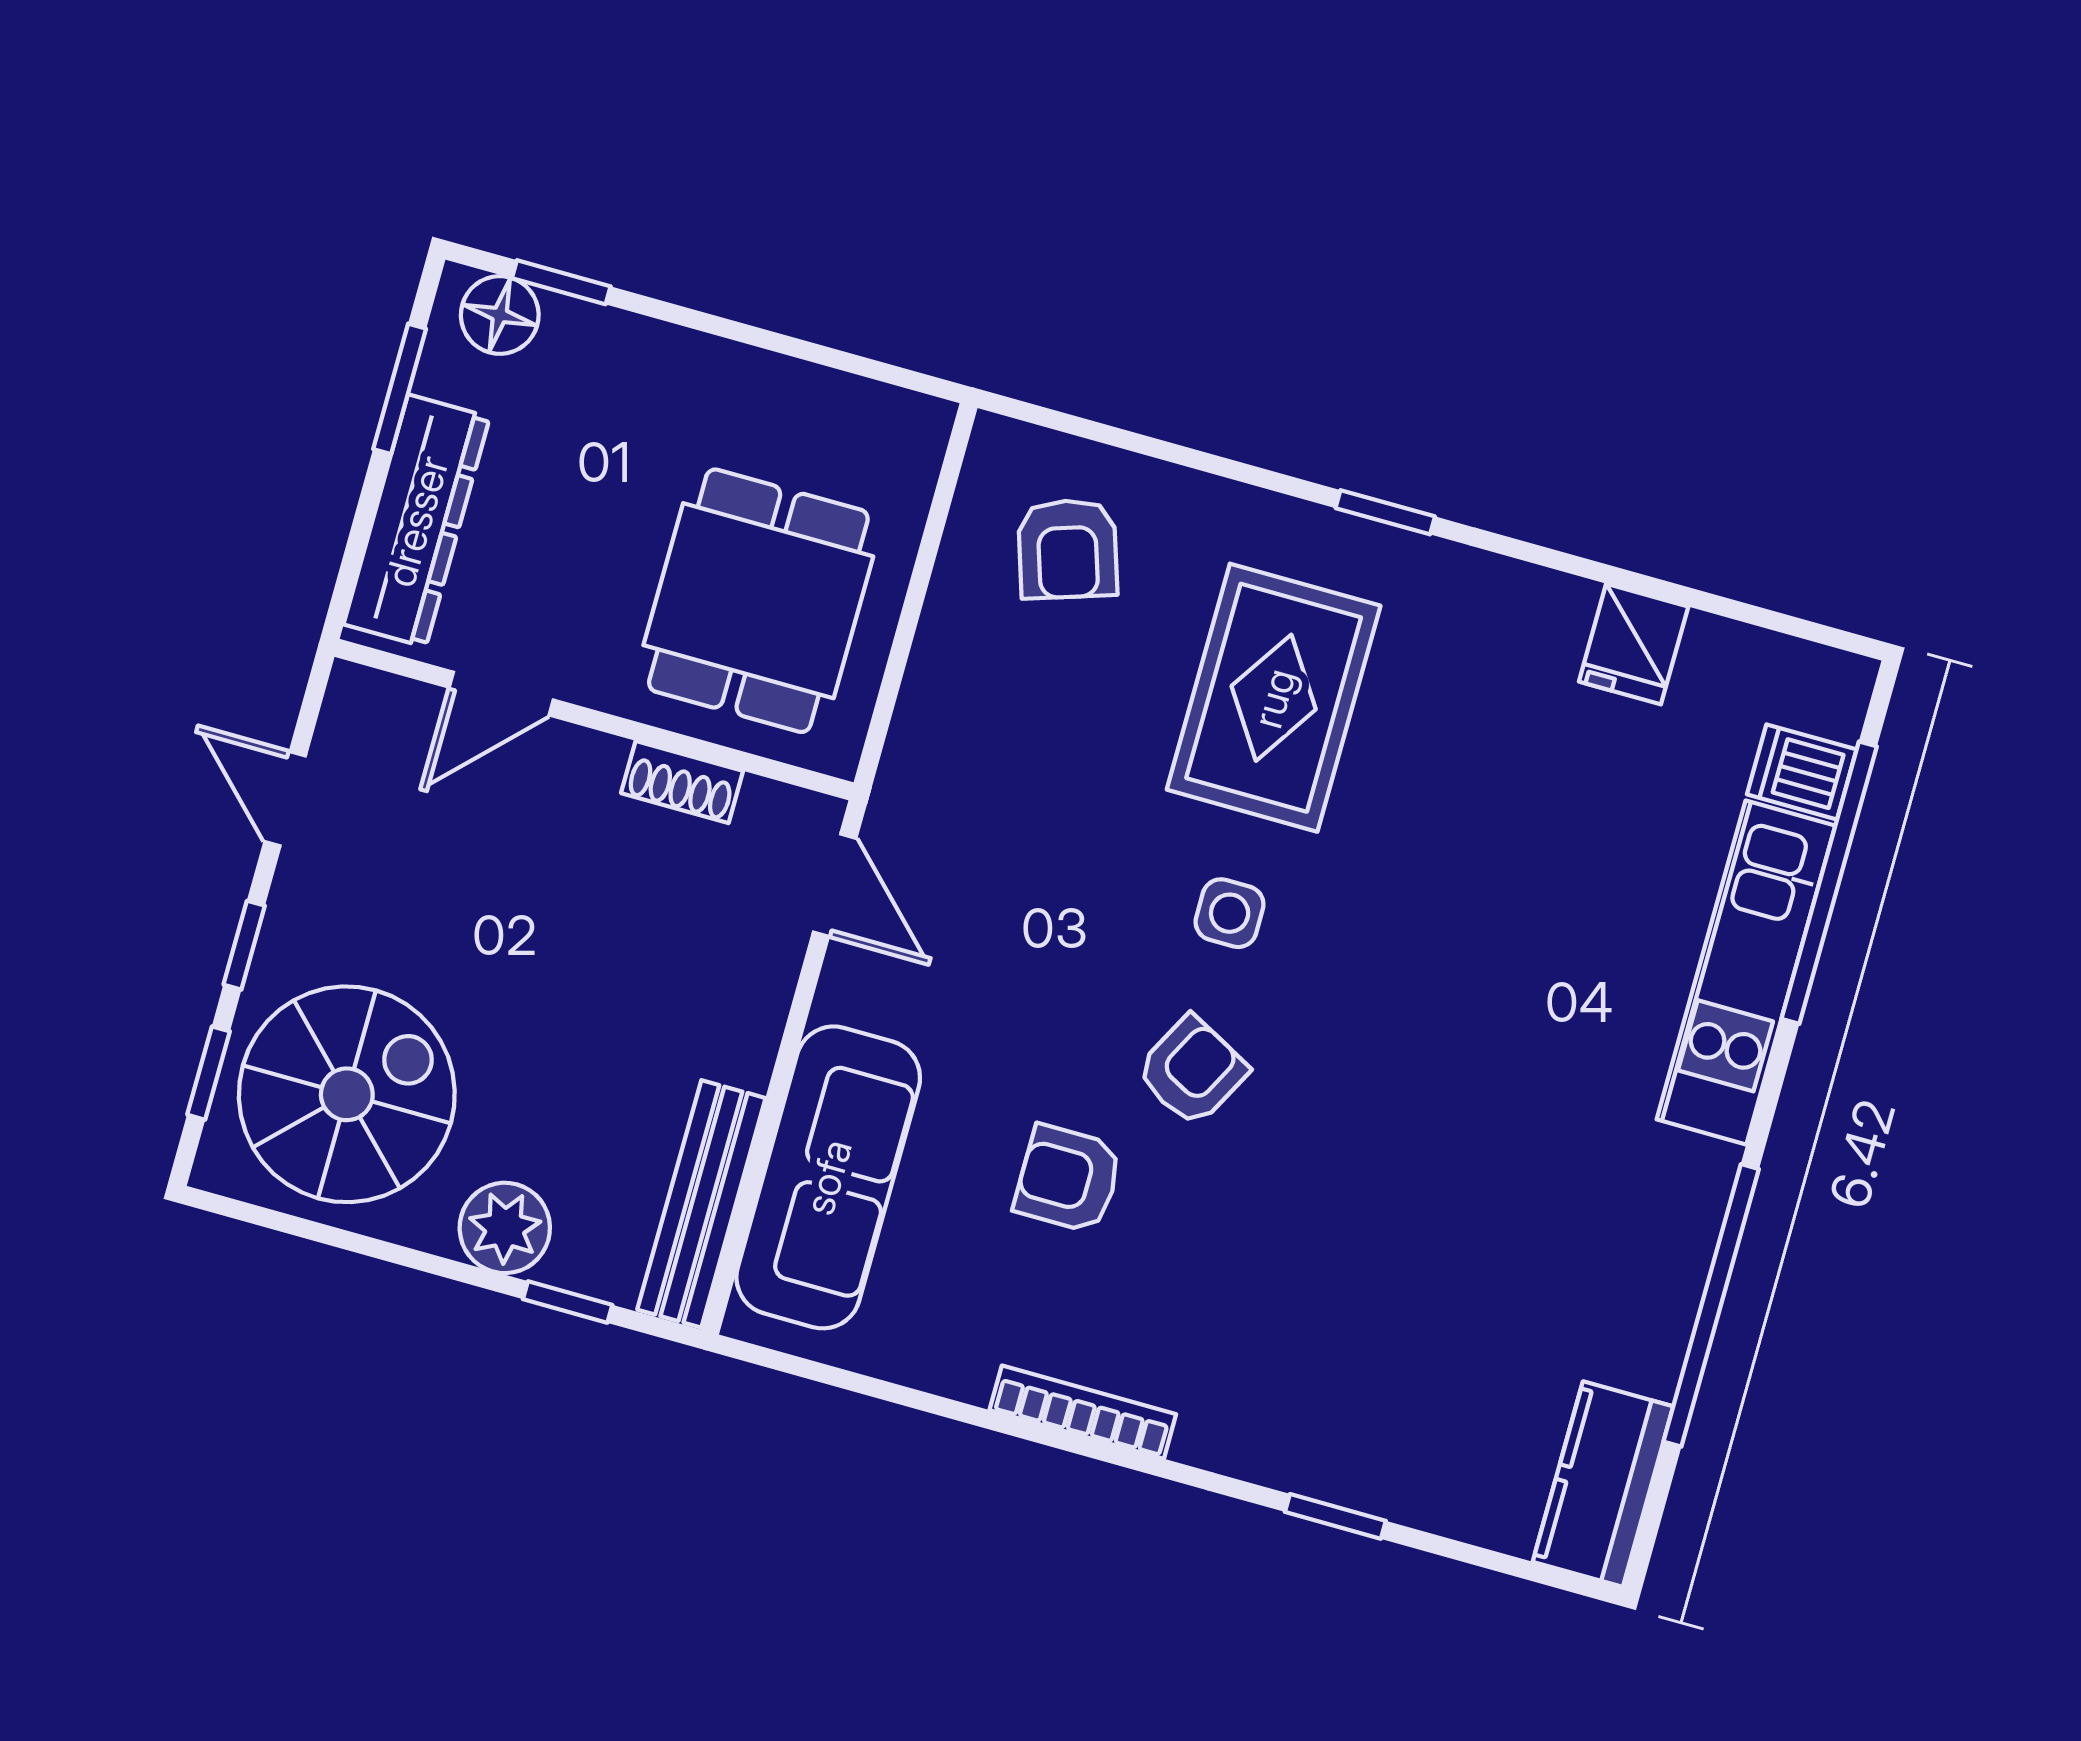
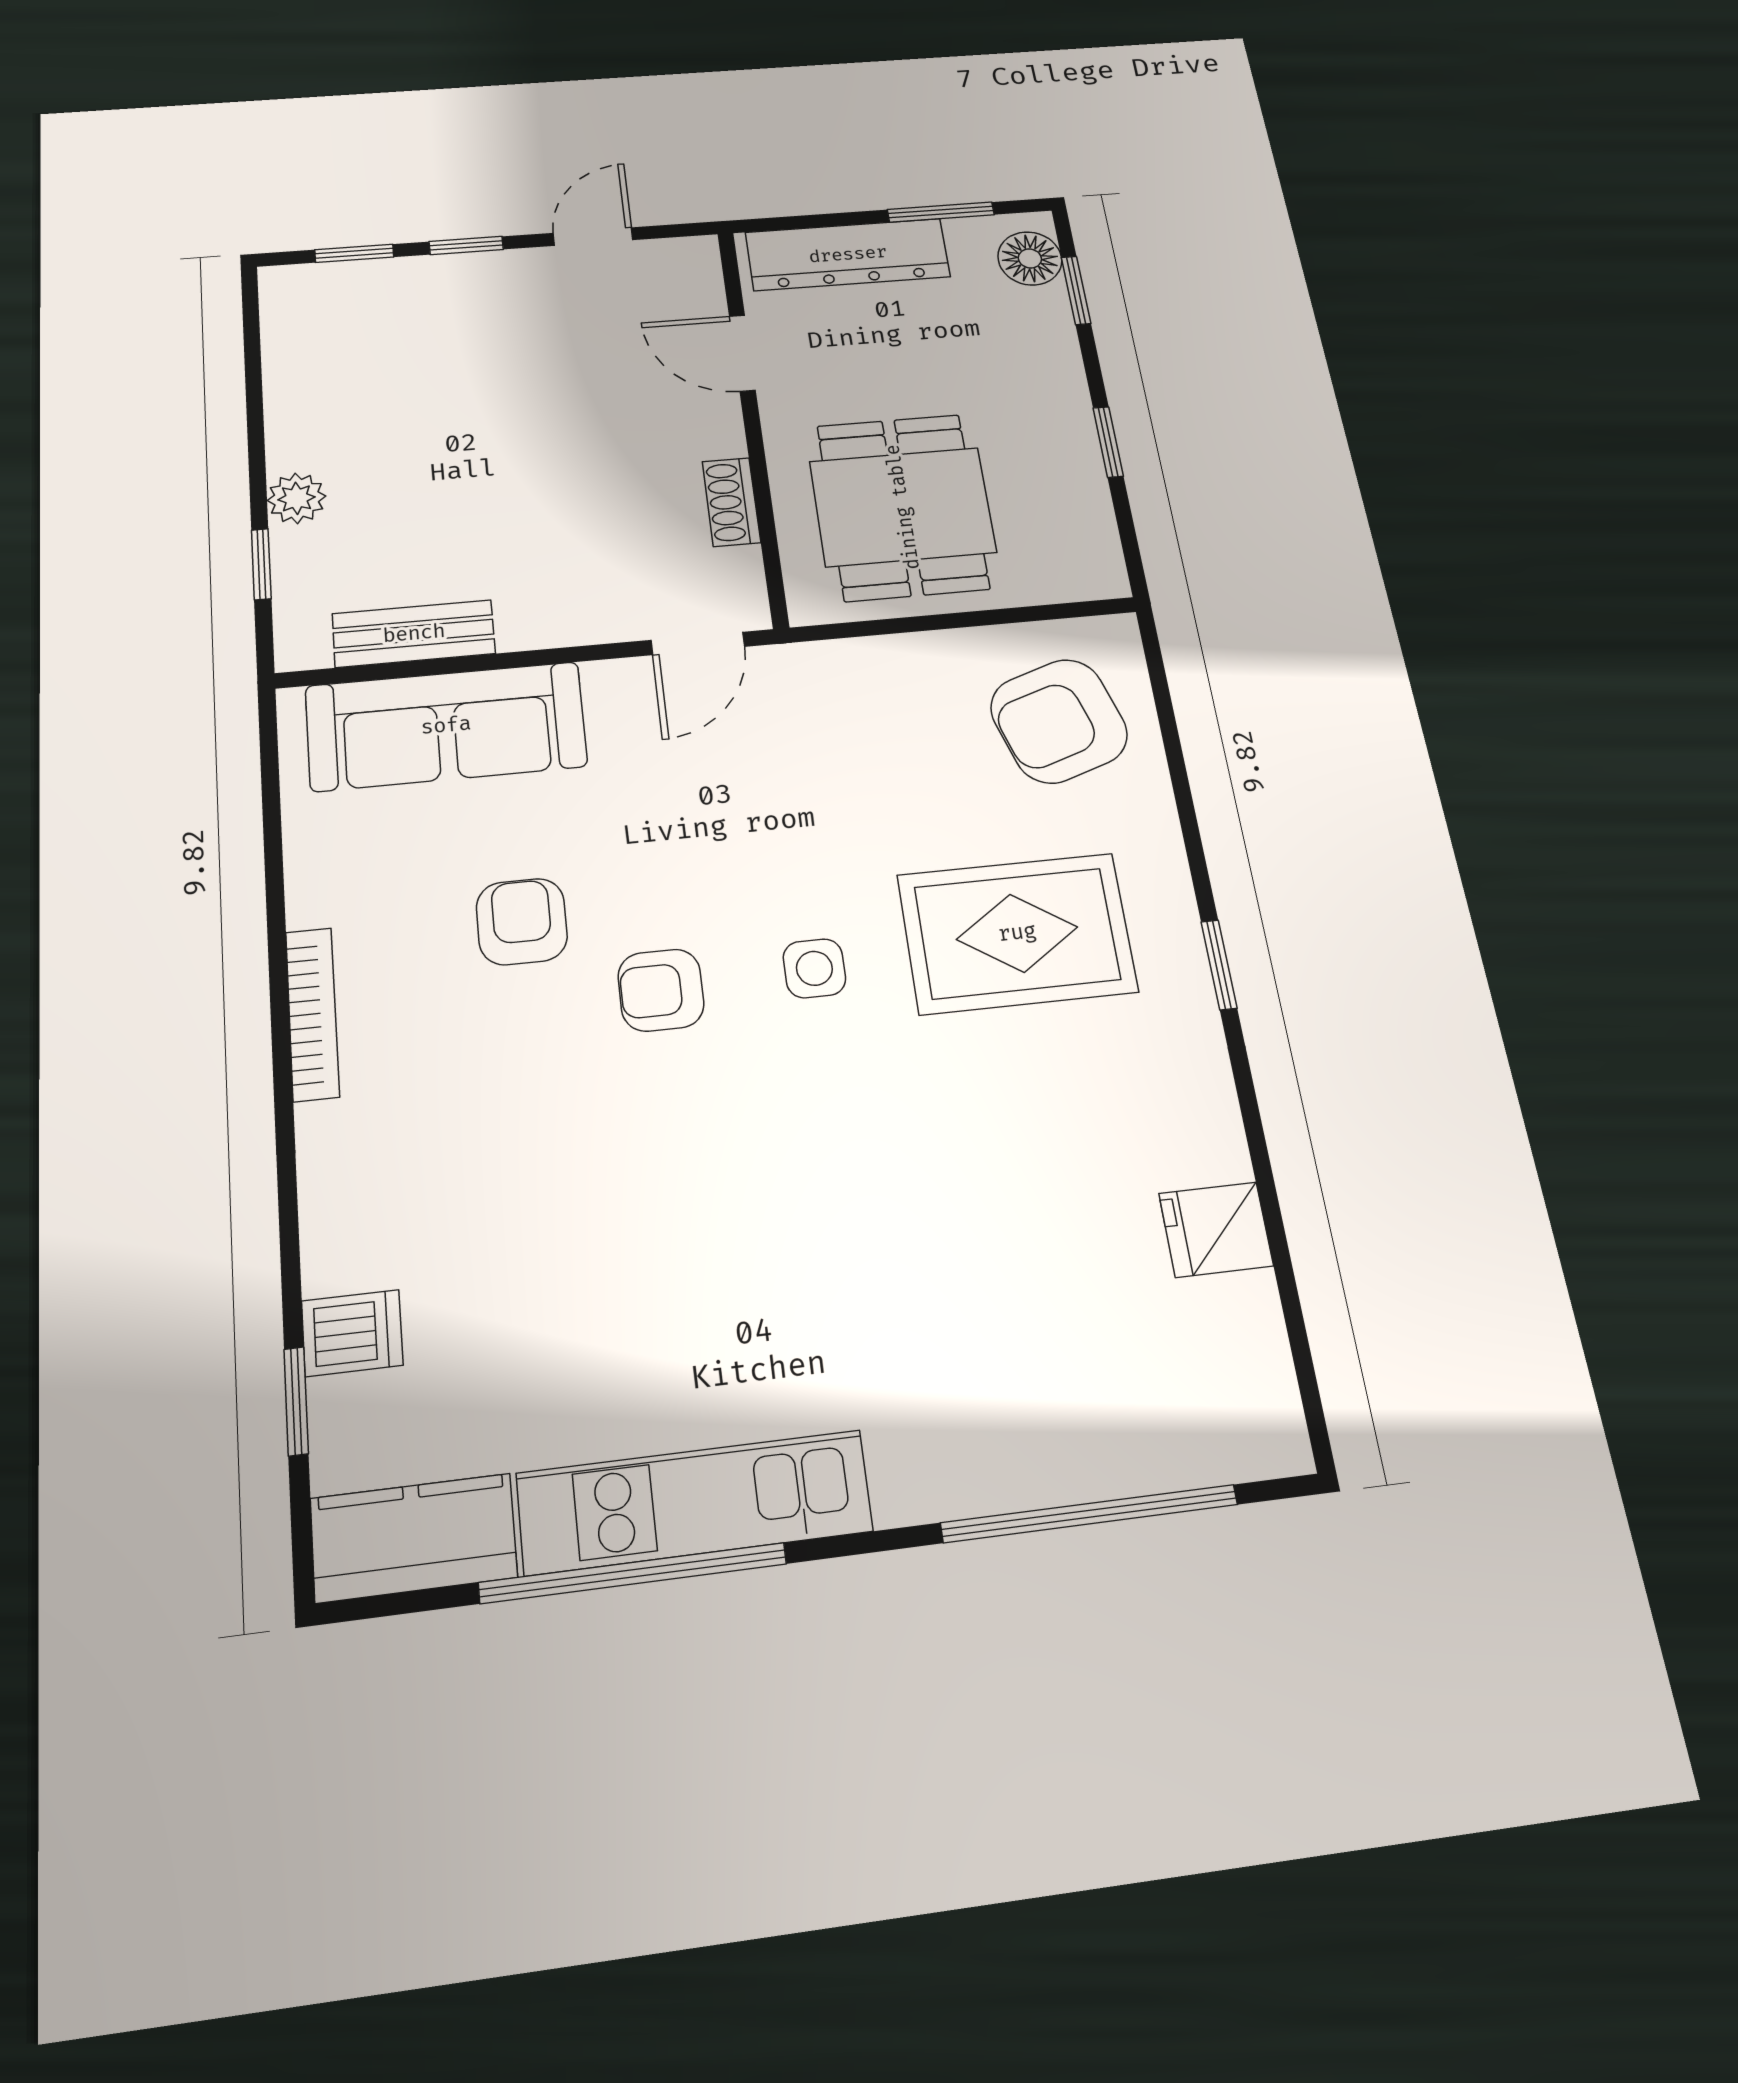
window: (766, 339) -> (1108, 442), added
armchair: (1068, 549) -> (1059, 721), width x1.38, depth x1.38
dining table: (758, 601) -> (903, 507), turned 90
dishwasher: (1802, 772) -> (352, 1333), moved, turned 90
kitchen unit: (1746, 972) -> (695, 1502), moved
armchair: (1192, 1071) -> (661, 990), turned 152
spiral stairs: (347, 1094) -> (375, 351), removed
bench: (701, 1204) -> (414, 634), width x0.73
plant: (505, 1228) -> (296, 498), width x0.73, depth x0.73
window: (1335, 1516) -> (296, 1401), moved

